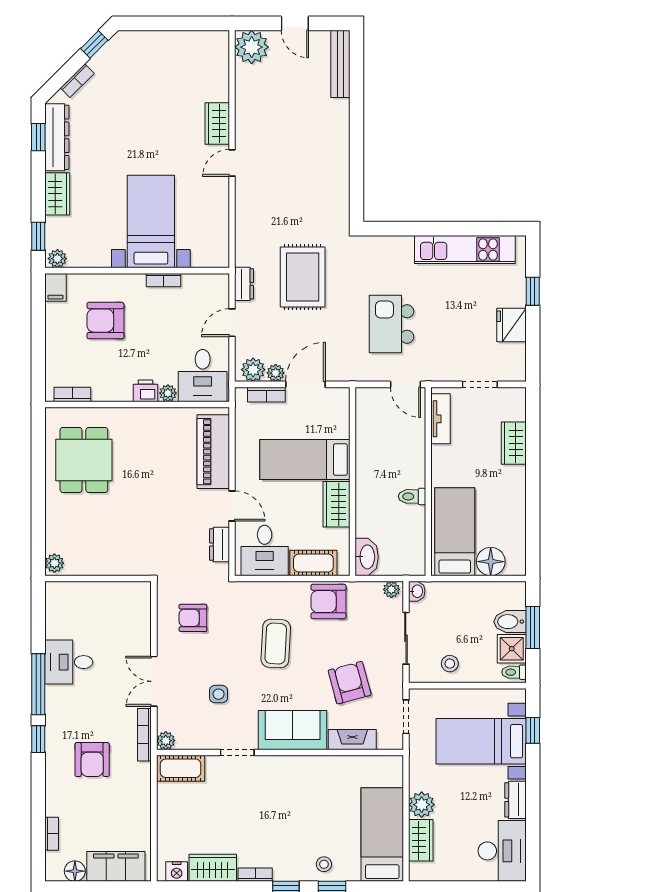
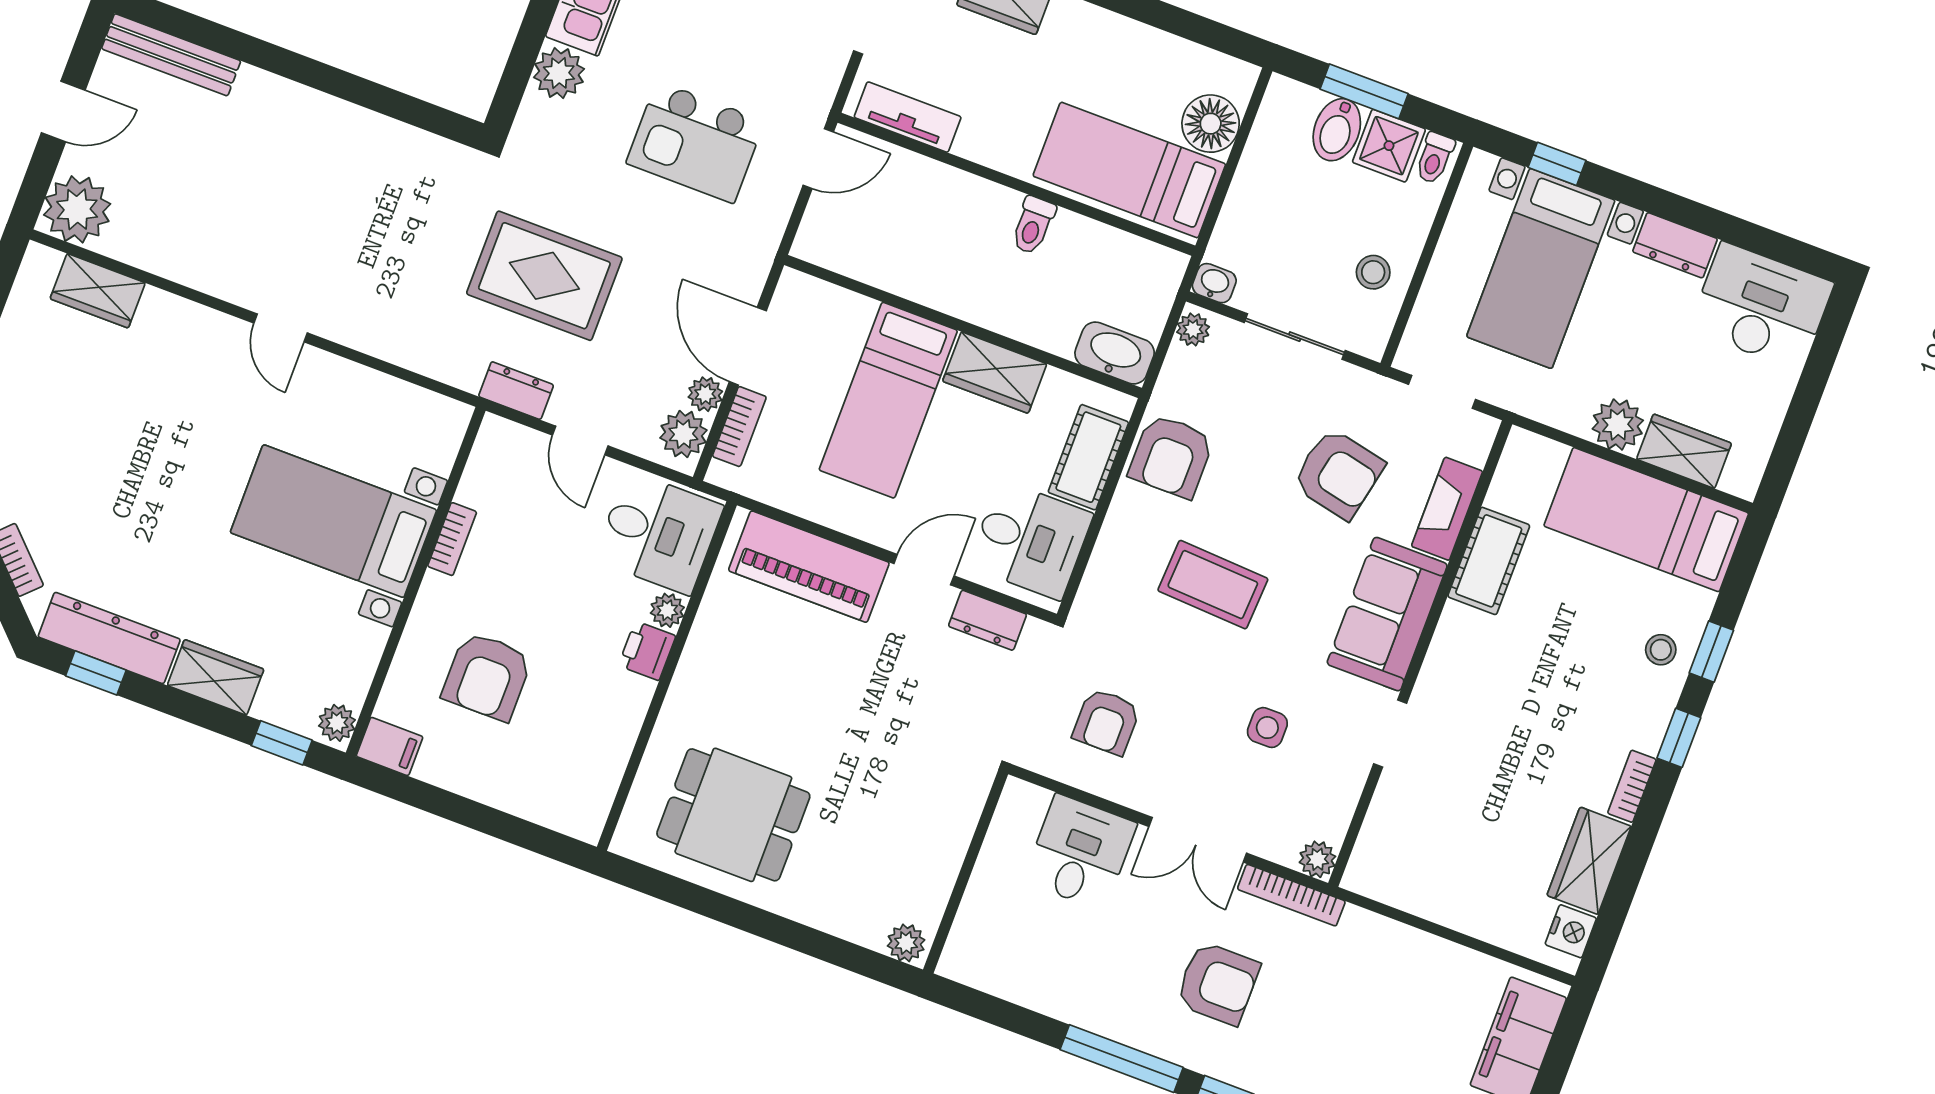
wardrobe: (217, 123) -> (98, 291), moved
plant: (400, 248) -> (559, 73), added
bookcase: (72, 394) -> (602, 790), removed
desk: (69, 662) -> (1080, 852), moved, turned 180
armchair: (350, 683) -> (1338, 474), turned -153
armchair: (92, 760) -> (1218, 983), moved
cot: (181, 768) -> (1489, 561), moved

